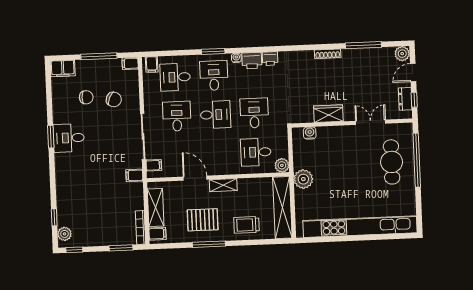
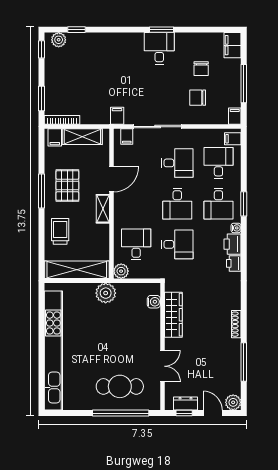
desk: (214, 75) -> (218, 204), turned 90
chair: (114, 99) -> (198, 98), turned 66
wardrobe: (328, 114) -> (173, 315), width x1.50

